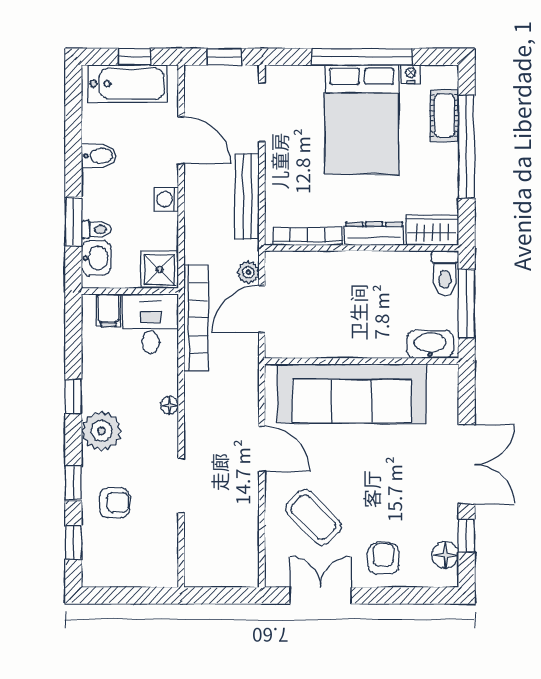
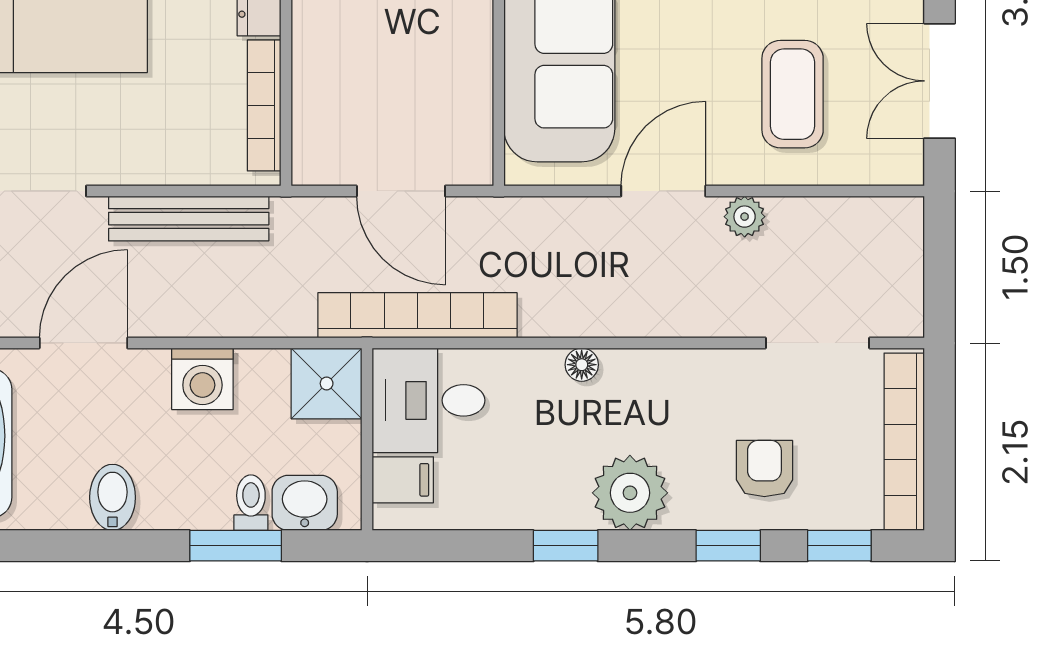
washing machine: (167, 199) -> (202, 379), width x1.38, depth x1.38
plant: (248, 272) -> (745, 217), moved
doorway: (181, 486) -> (817, 343), moved
coffee table: (313, 517) -> (793, 94), turned -45
bookcase: (129, 577) -> (904, 442), added

